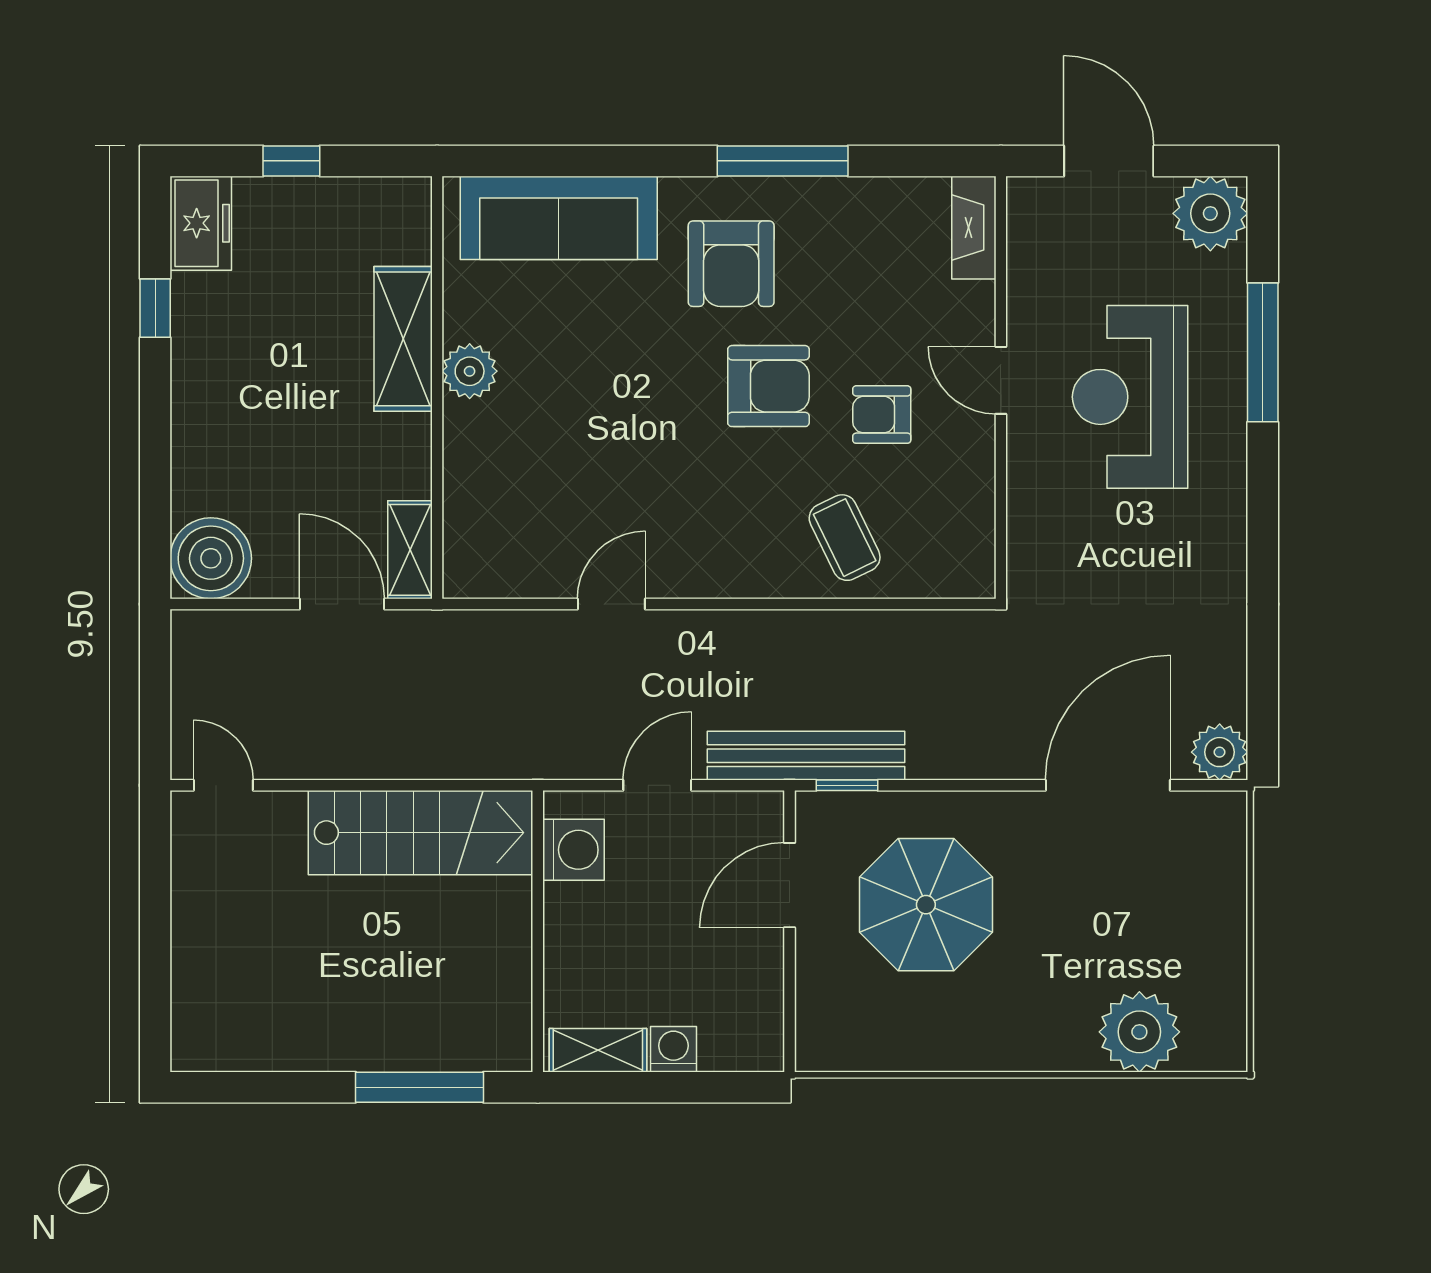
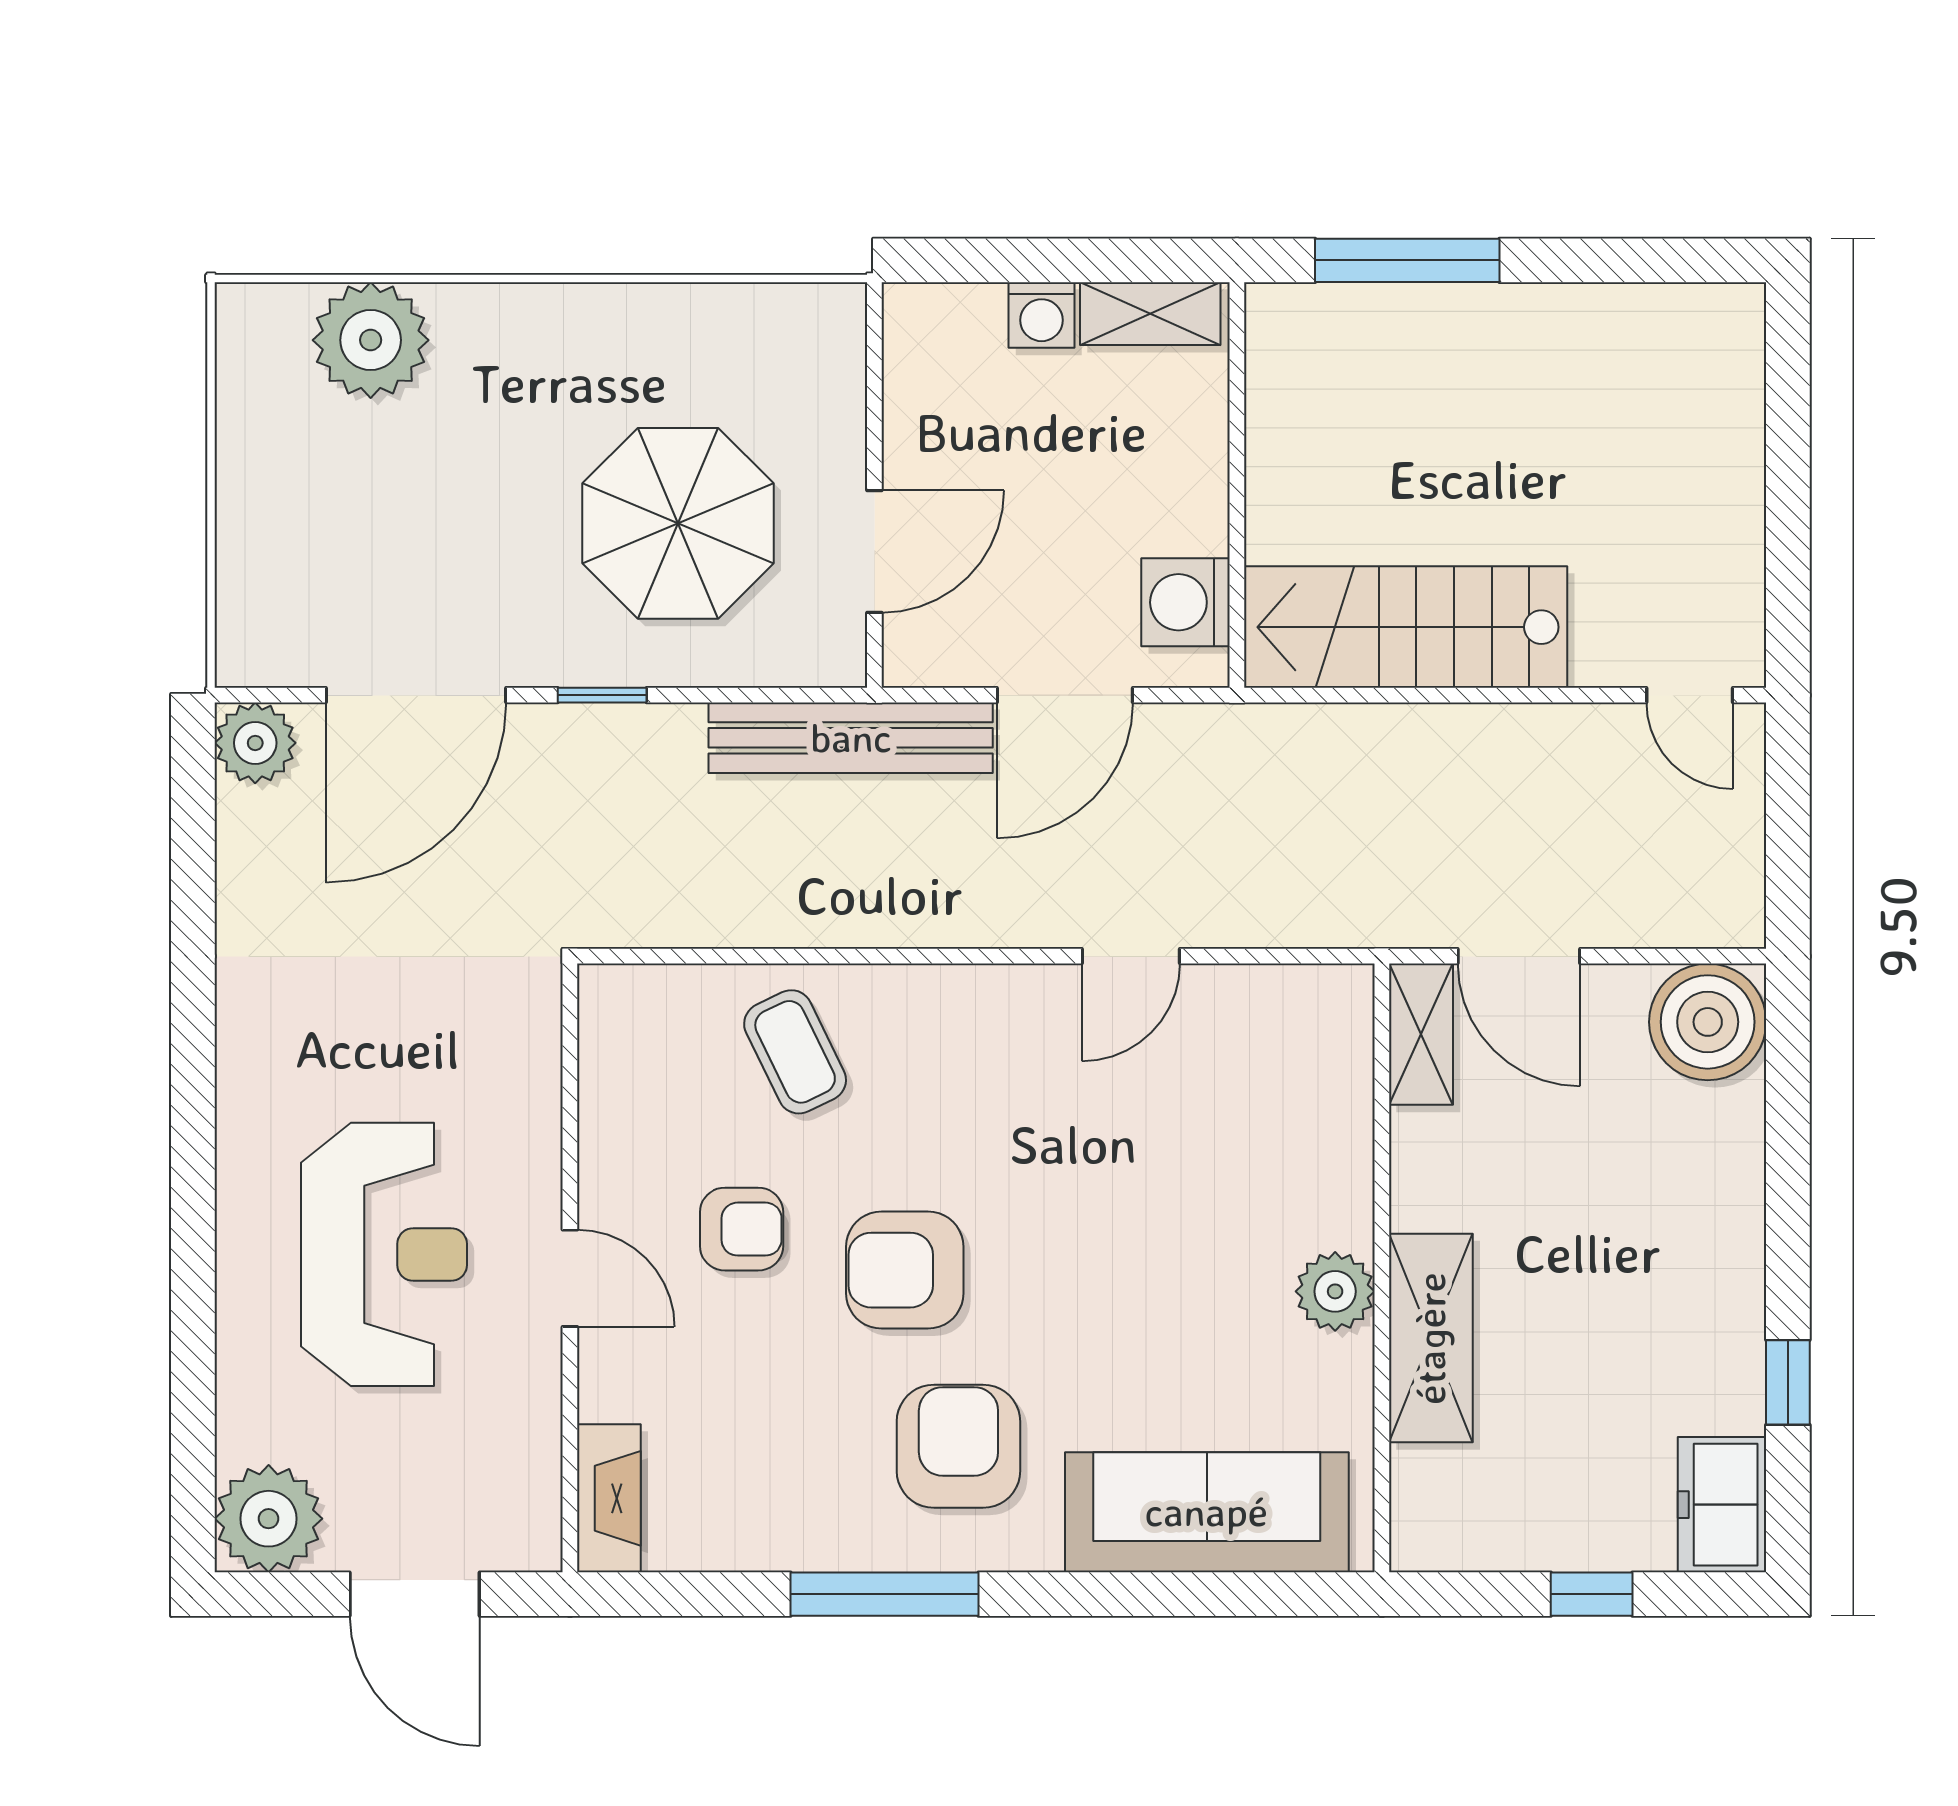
window: (1263, 352) -> (193, 1319), removed
door: (657, 785) -> (1065, 695), width x1.38
window: (847, 785) -> (602, 695), moved

